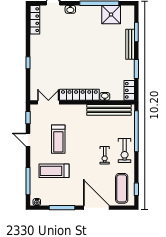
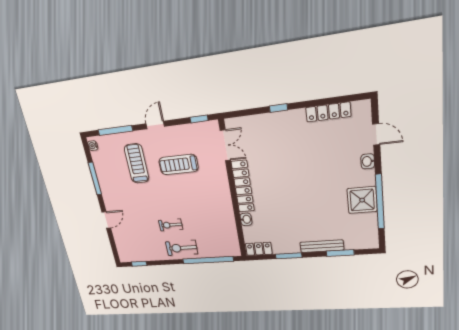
shower: (111, 15) -> (362, 200), moved
locker: (35, 20) -> (328, 112), moved
bench: (109, 110) -> (229, 226), removed
door: (28, 140) -> (155, 125), moved
exercise mat: (122, 188) -> (136, 247), removed
door: (96, 208) -> (106, 220), width x0.53

